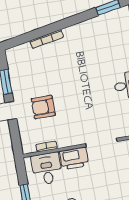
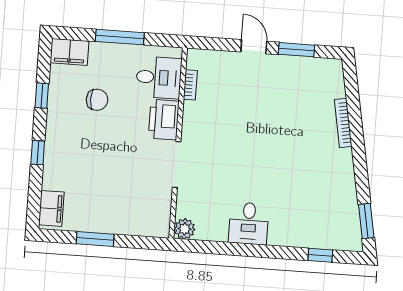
armchair: (43, 107) -> (247, 94), removed

